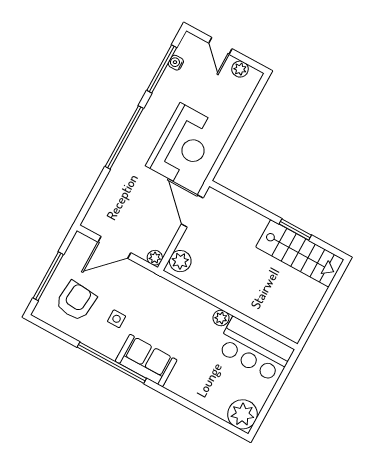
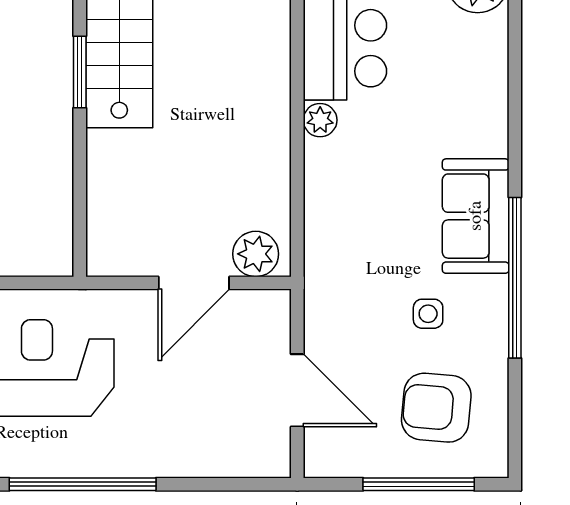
door: (192, 211) -> (194, 283), moved
plant: (155, 258) -> (275, 305), removed

